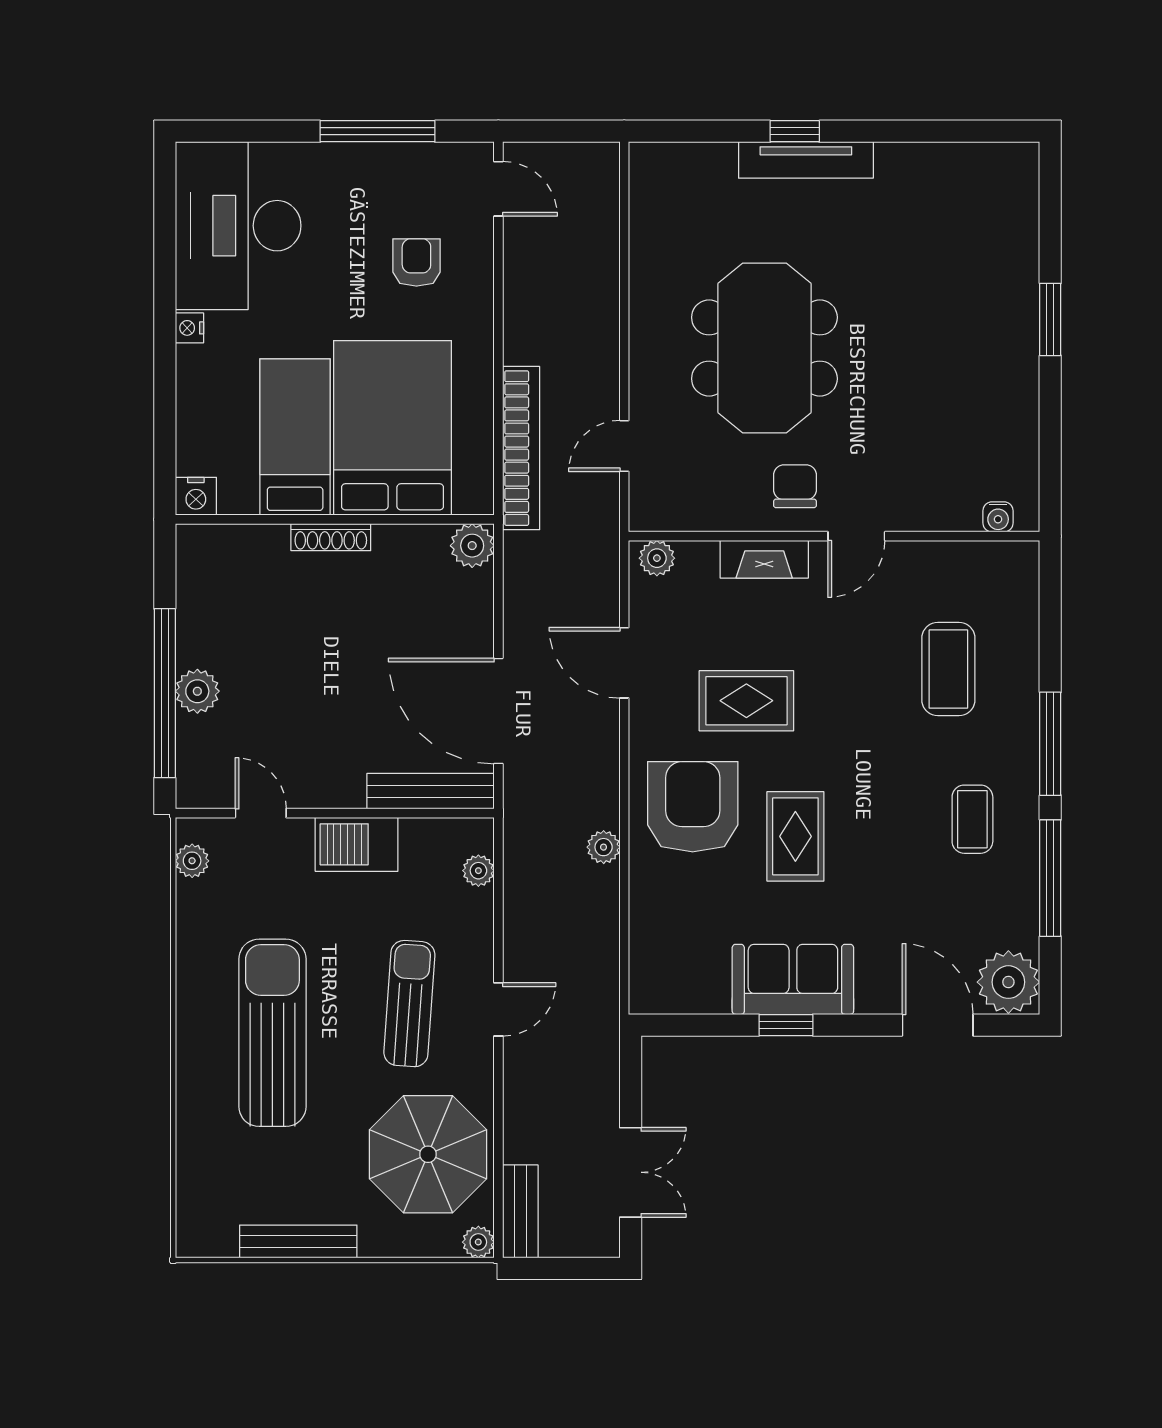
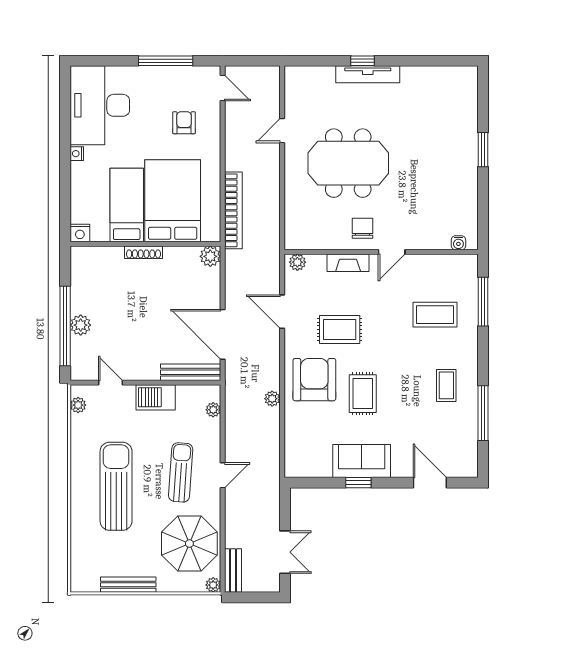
meeting table: (764, 348) -> (348, 163), turned 90
door: (624, 446) -> (282, 131), moved
coffee table: (948, 669) -> (435, 315), turned 90
window: (1050, 744) -> (483, 302), moved
plant: (1008, 982) -> (463, 462), removed

